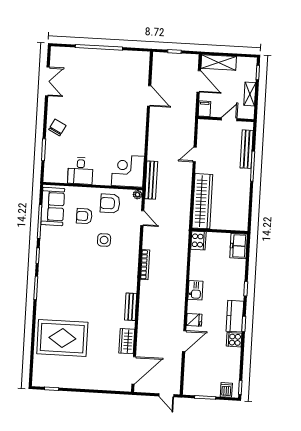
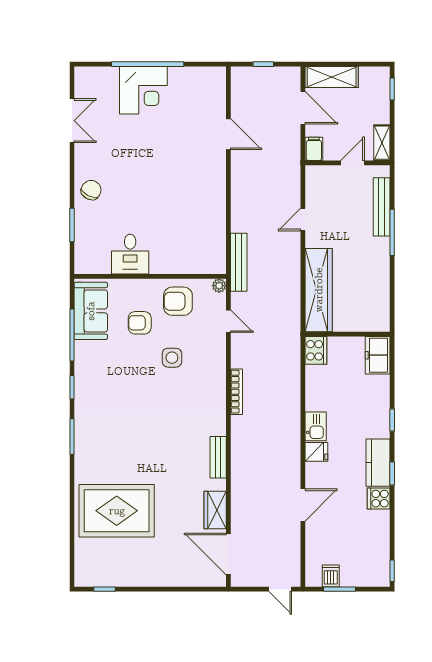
shelving: (250, 94) -> (382, 143), moved
corner desk: (128, 171) -> (143, 90), moved, turned 180
fridge: (194, 320) -> (316, 452), moved
door: (134, 370) -> (228, 554), swing flipped
dishwasher: (226, 390) -> (331, 576), moved

